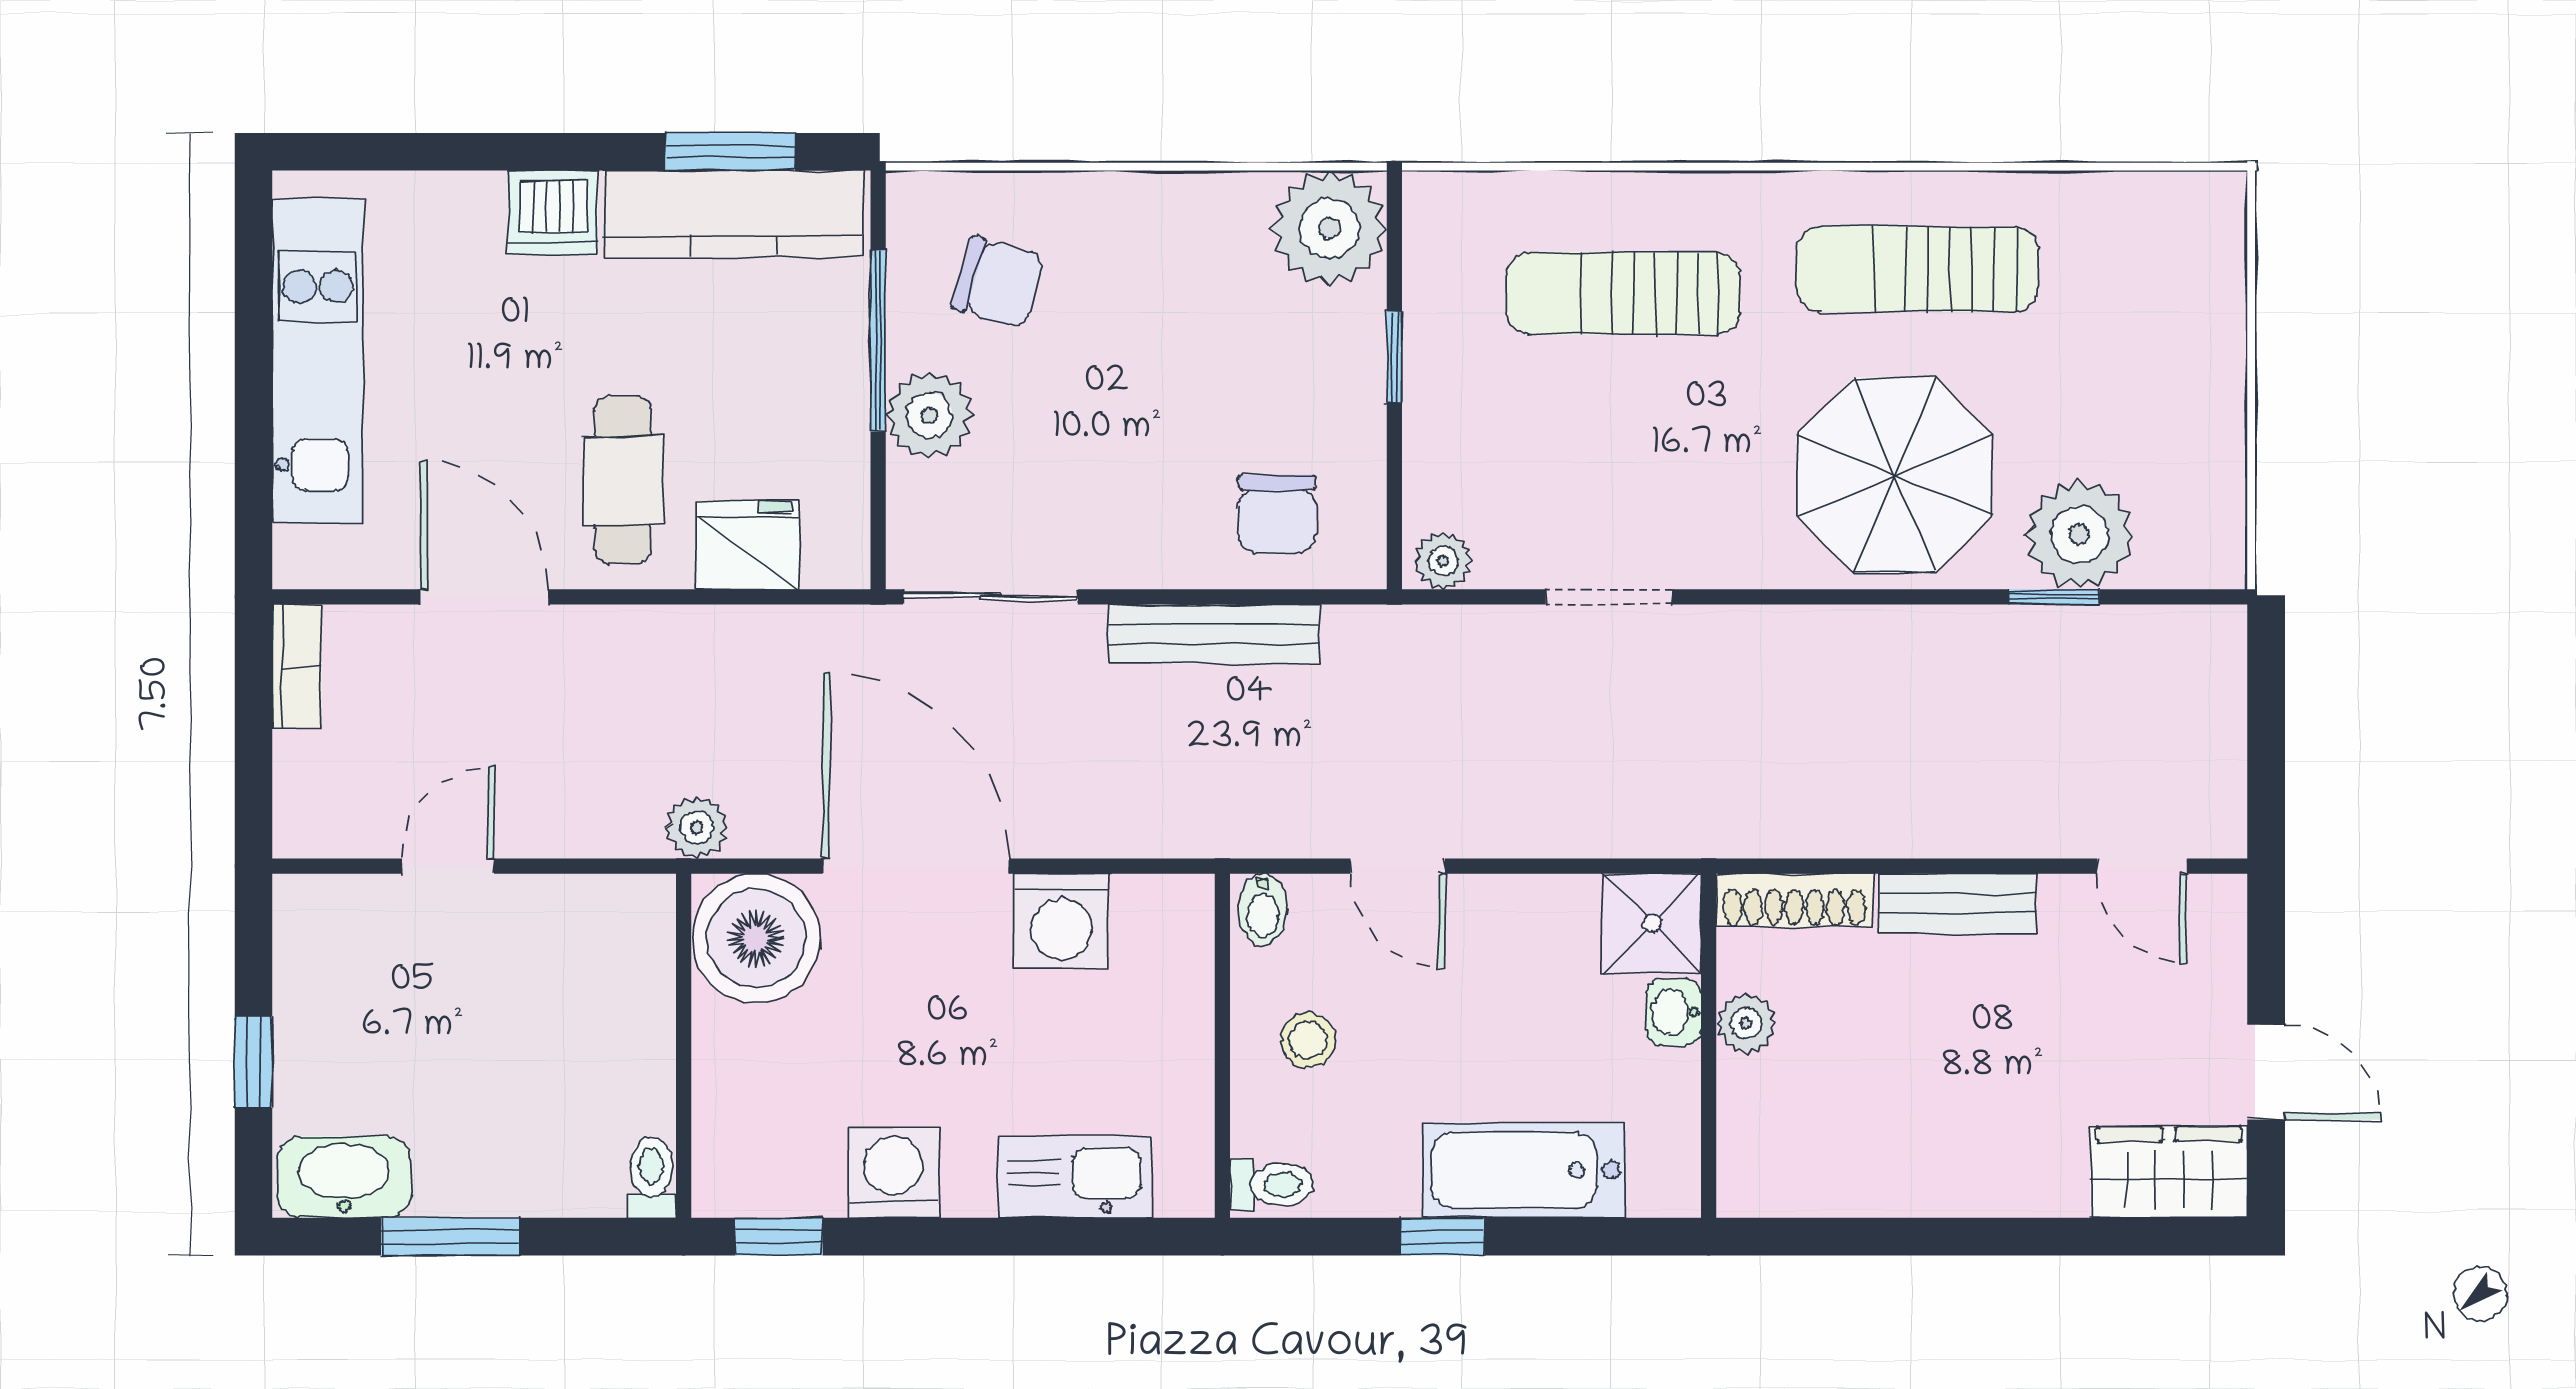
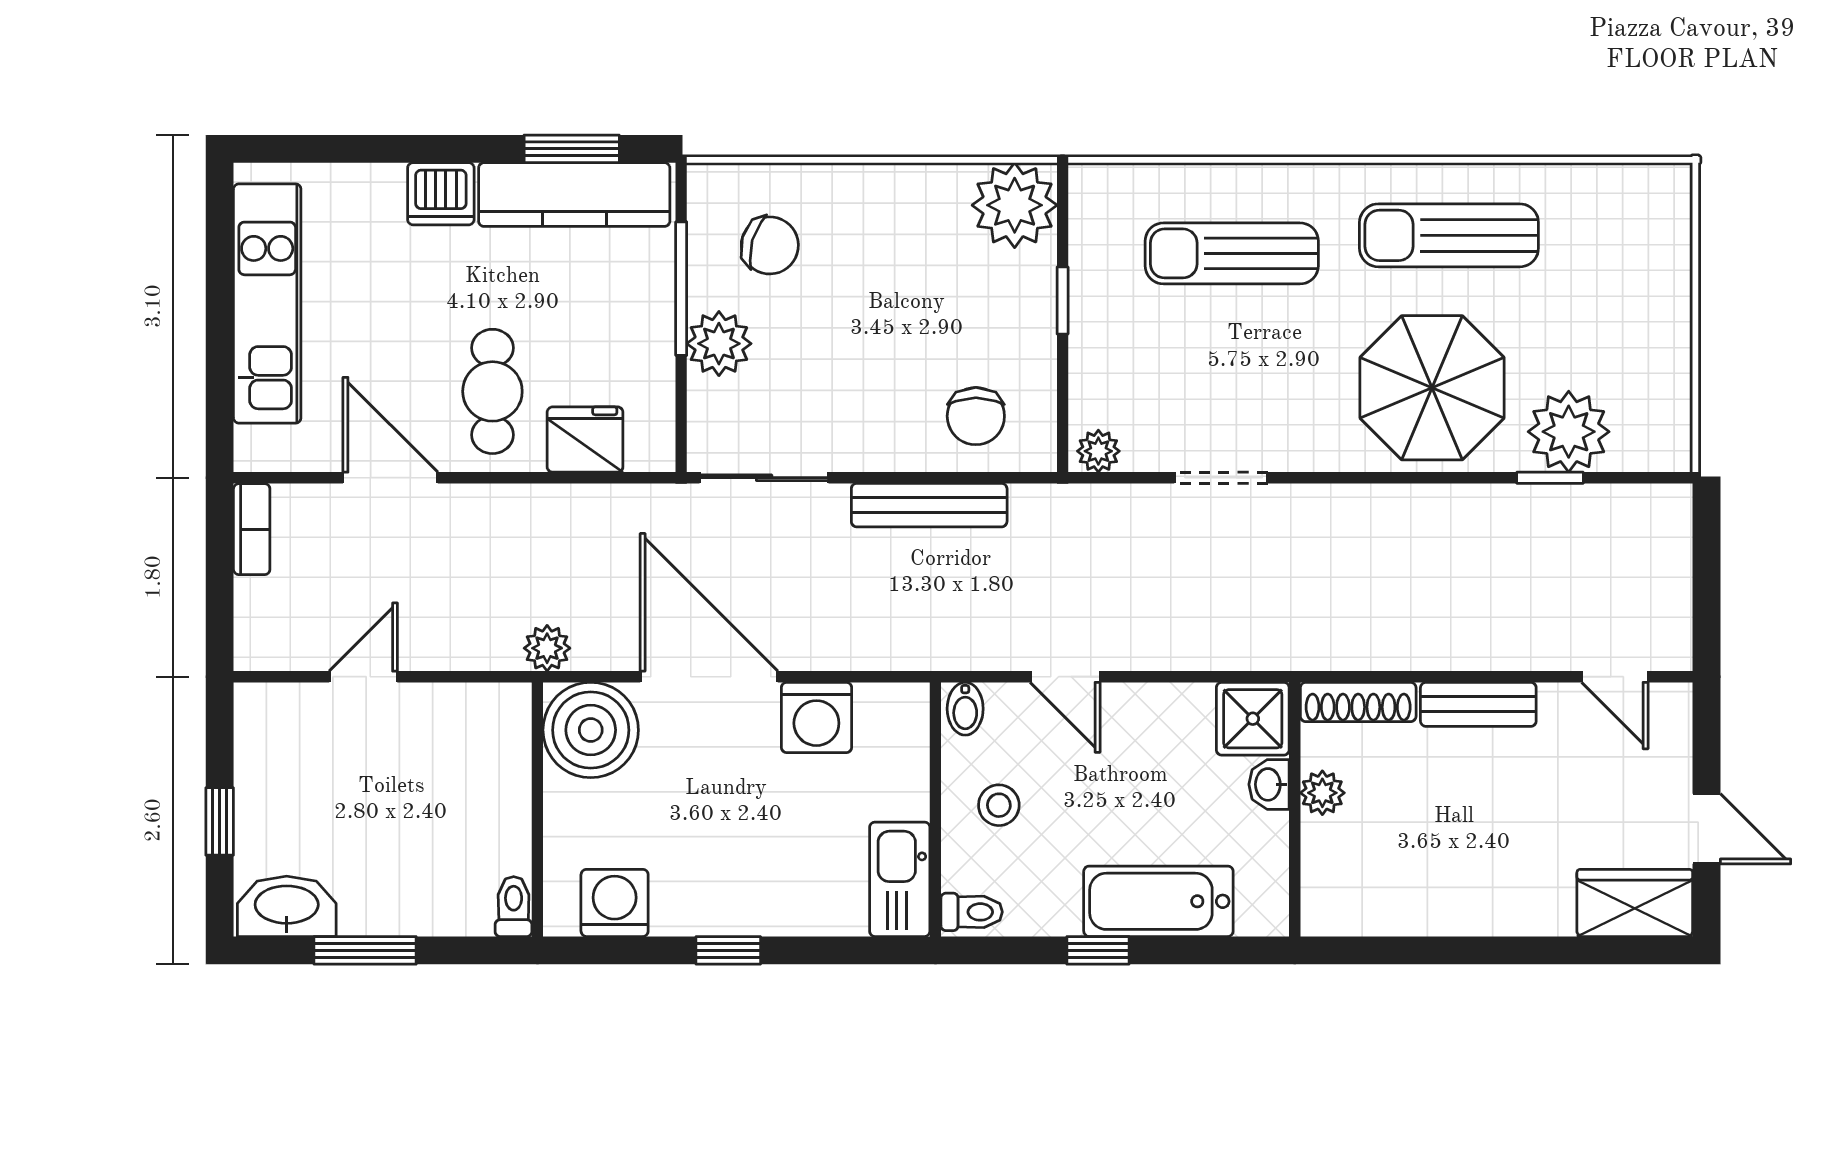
washing machine: (894, 1172) -> (615, 903), moved
kitchen sink: (1075, 1177) -> (900, 879), moved, turned -90
window: (779, 1237) -> (728, 950), moved

